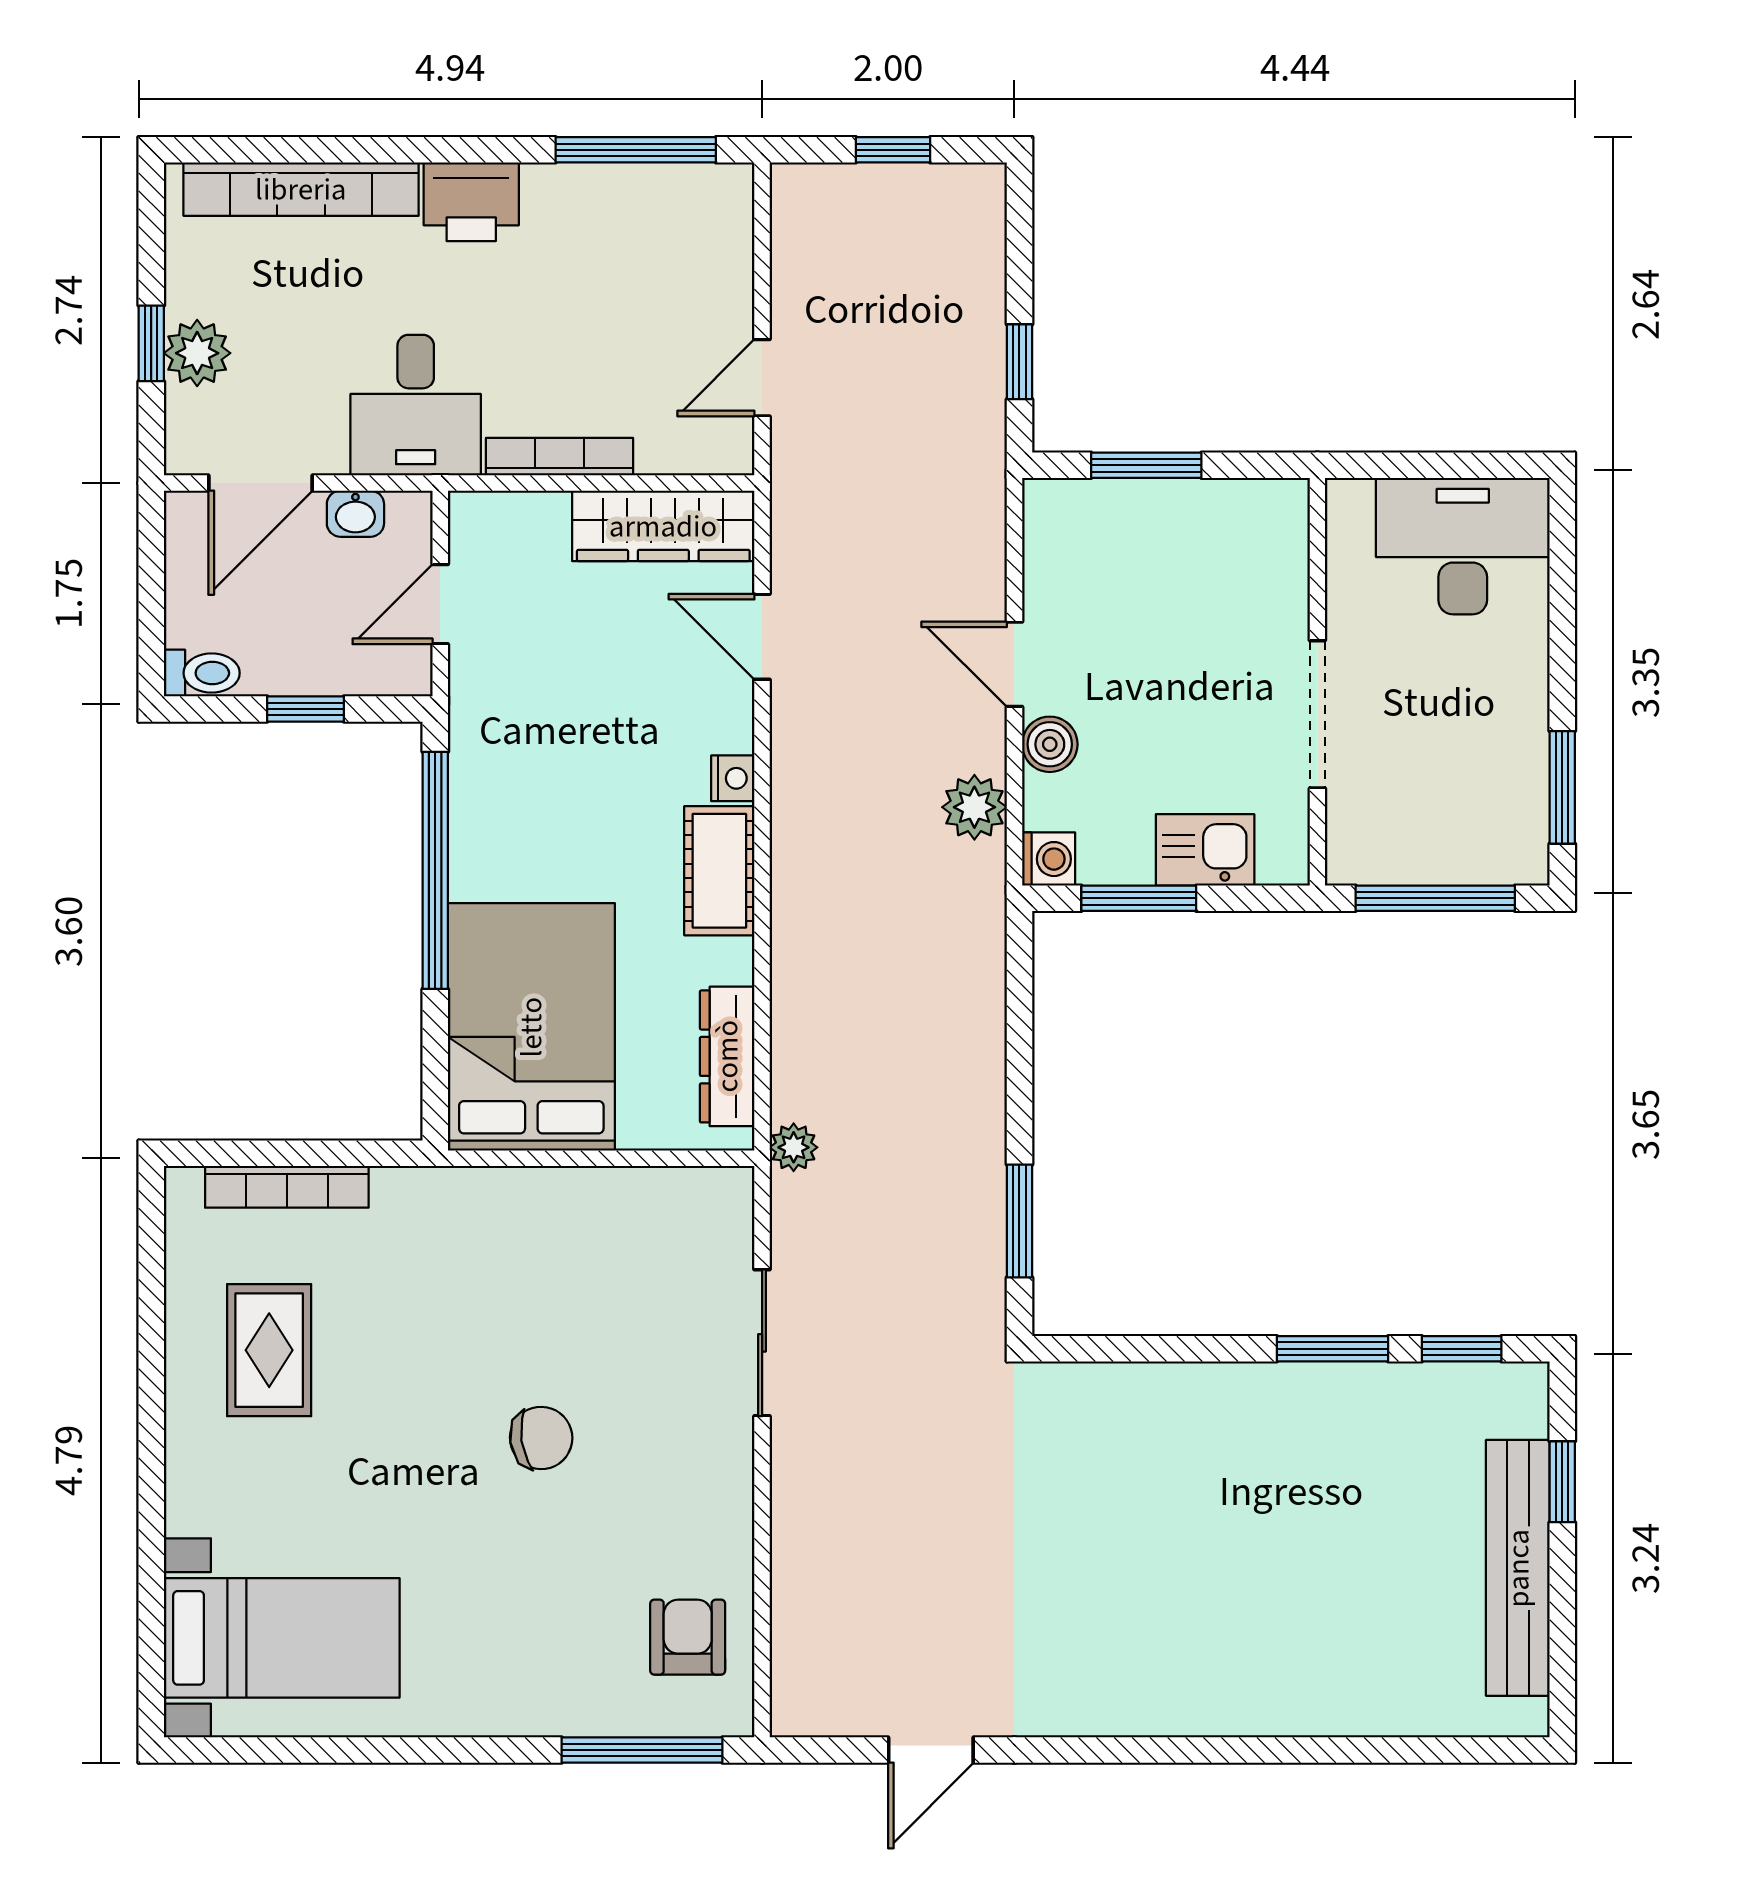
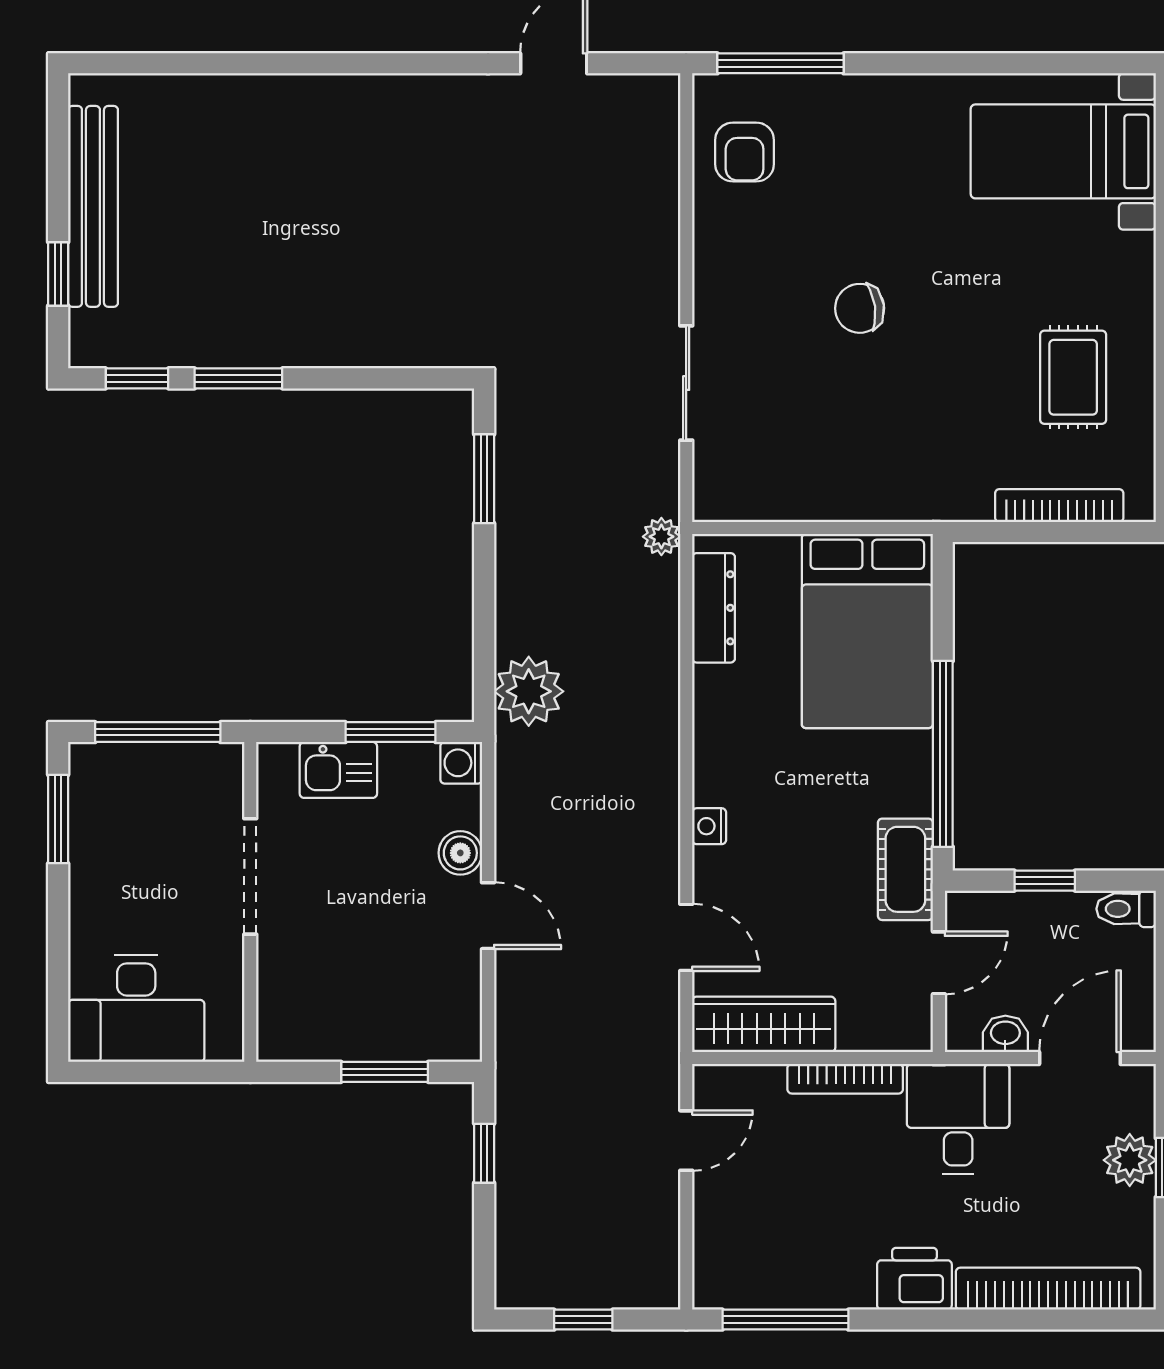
plant: (974, 807) -> (529, 691), moved, width x1.36, depth x1.36
cot: (719, 871) -> (905, 869), moved

